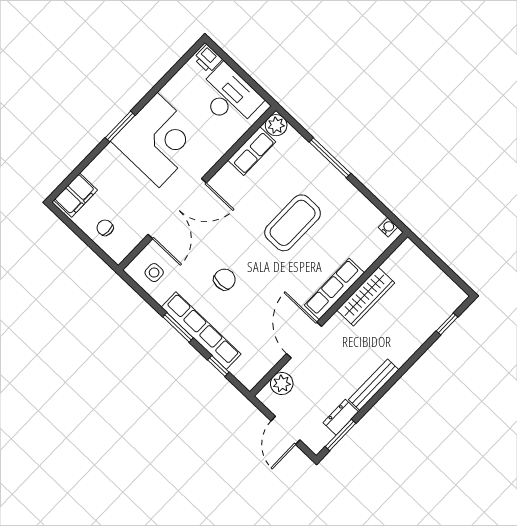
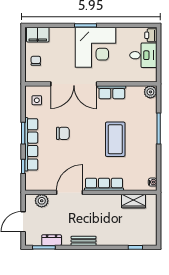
desk: (229, 96) -> (143, 55), width x0.73
row of seats: (252, 151) -> (112, 92), moved
coffee table: (293, 223) -> (115, 139), turned 90
wardrobe: (366, 297) -> (133, 201), moved, width x0.67
bench: (374, 385) -> (84, 241), width x0.73

